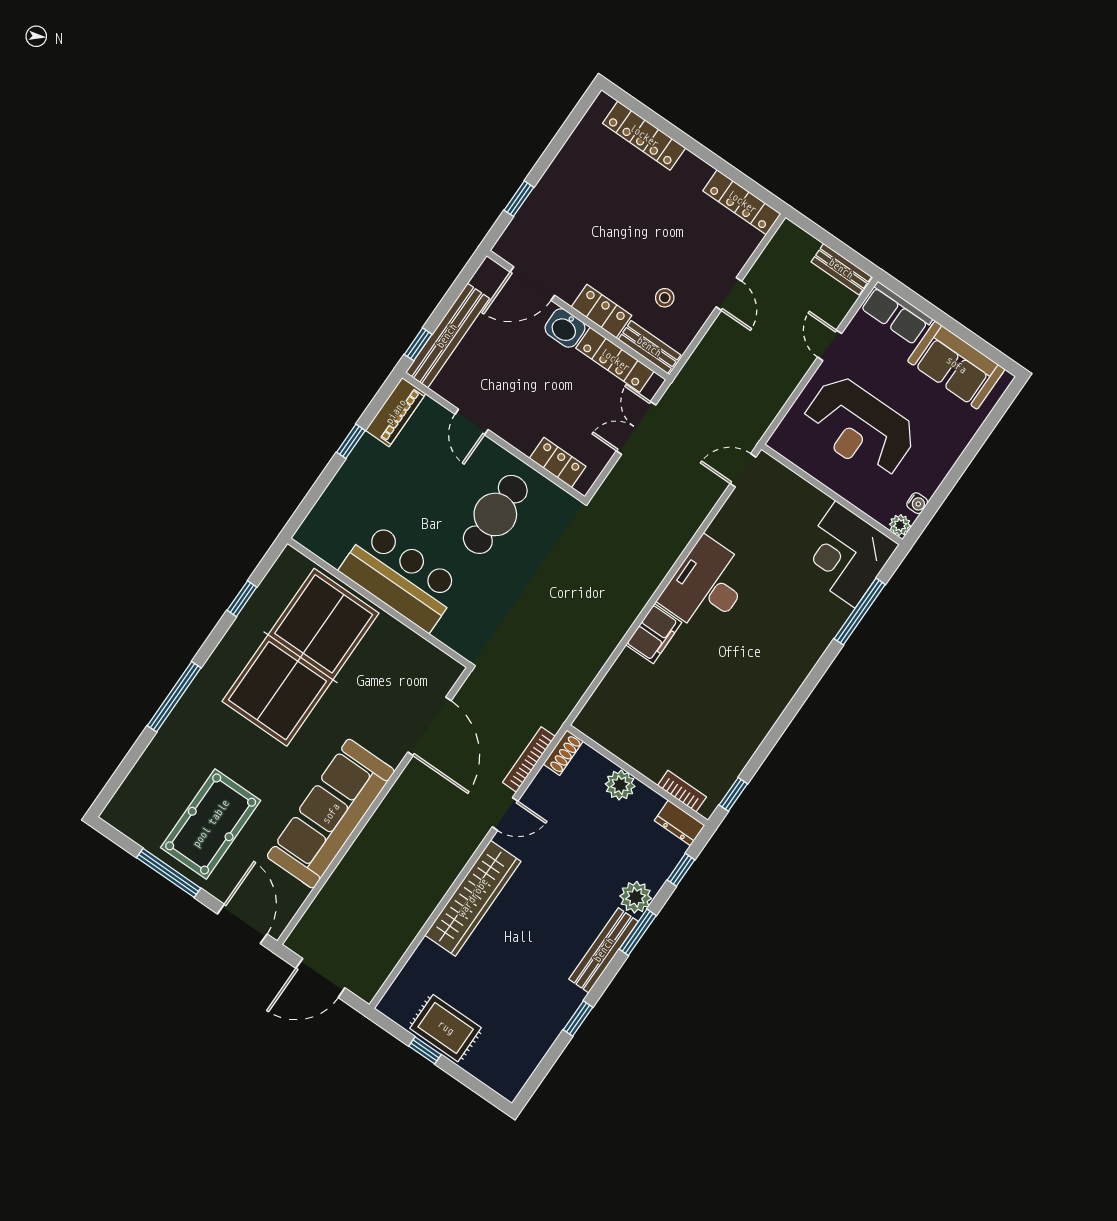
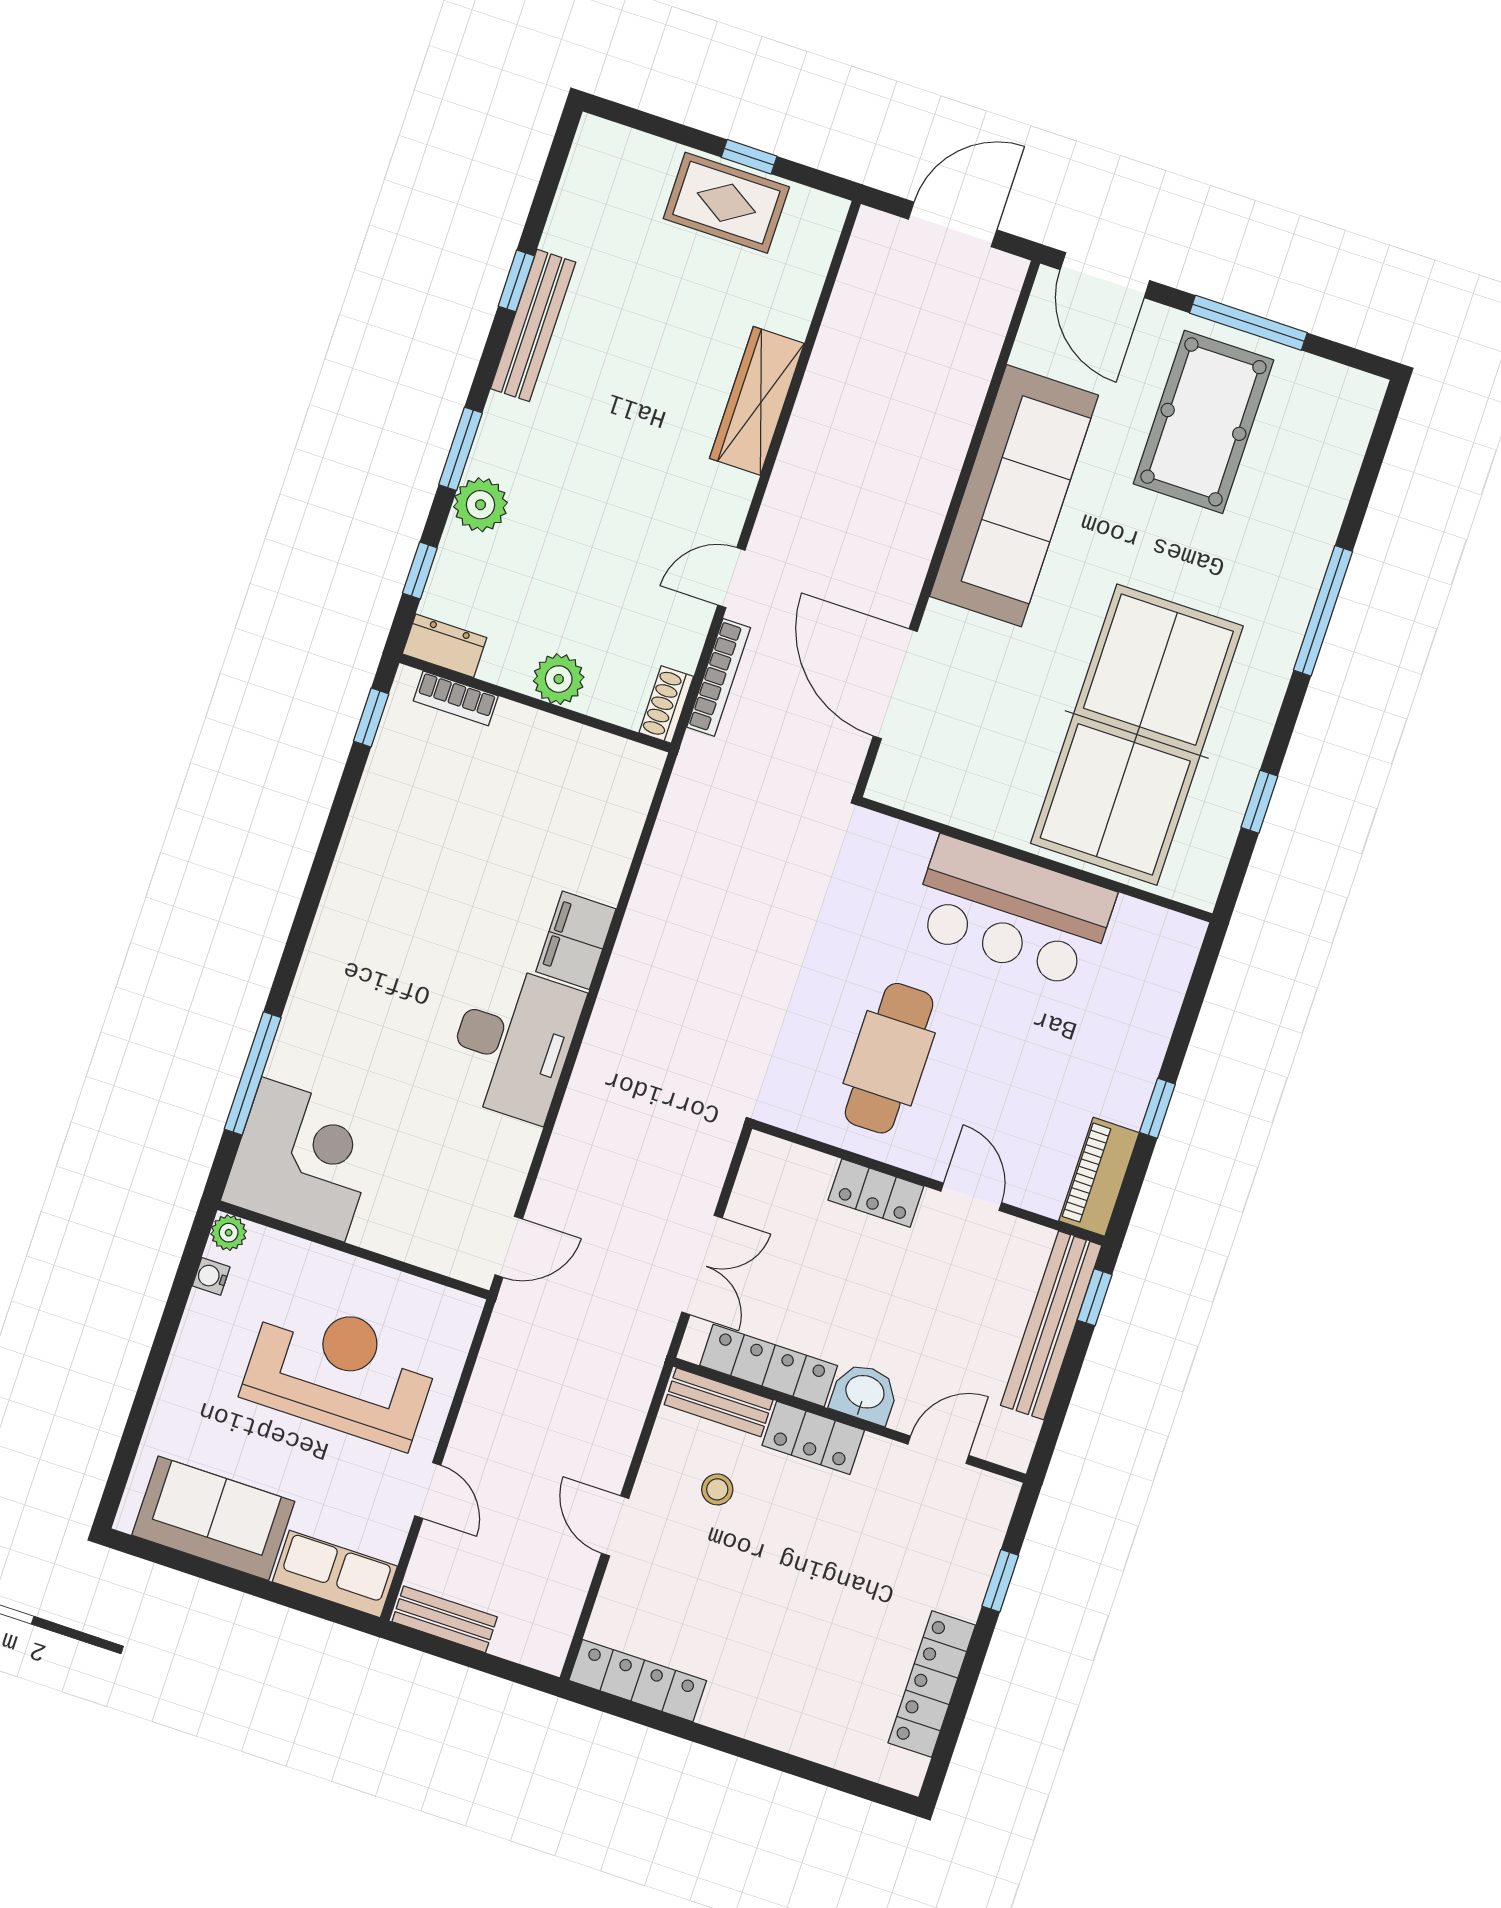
locker: (644, 136) -> (932, 1684), moved, turned -90
door: (532, 284) -> (938, 1450), width x0.73
locker: (558, 462) -> (876, 1193), moved
wardrobe: (473, 898) -> (757, 401), width x0.71, depth x0.85
bench: (604, 950) -> (533, 325), moved

